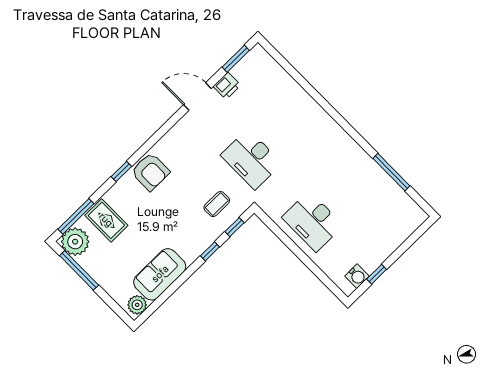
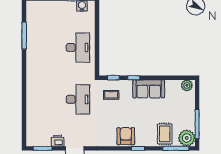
sofa: (160, 274) -> (149, 89), moved

